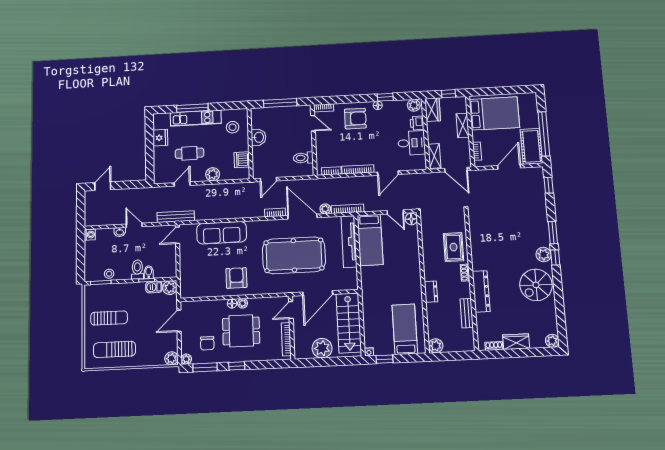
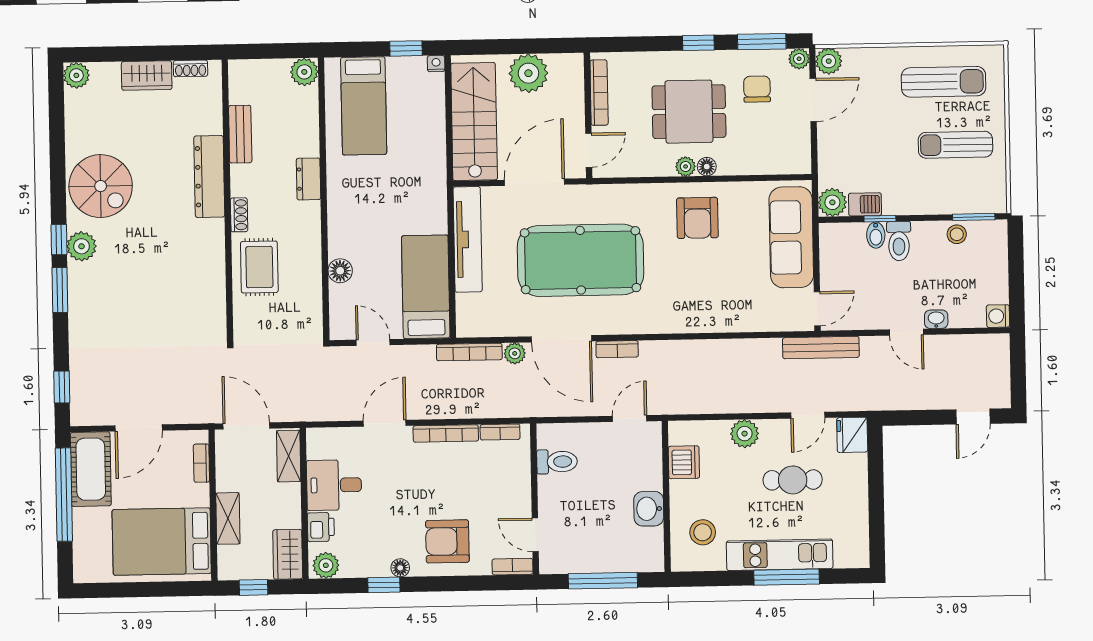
fridge: (160, 138) -> (852, 435), moved
floor lamp: (411, 219) -> (340, 271), moved
sofa: (222, 233) -> (791, 237), moved, turned -90
tv unit: (349, 242) -> (468, 239), moved
spiral stairs: (536, 285) -> (101, 186), turned 90
door: (179, 321) -> (813, 100), moved

